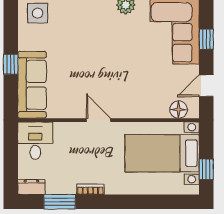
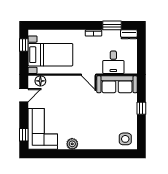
window: (206, 39) -> (24, 135), moved
sofa: (32, 85) -> (117, 84), moved, turned -90
desk: (35, 141) -> (113, 62), moved

